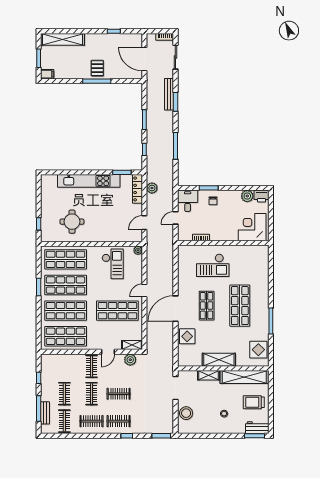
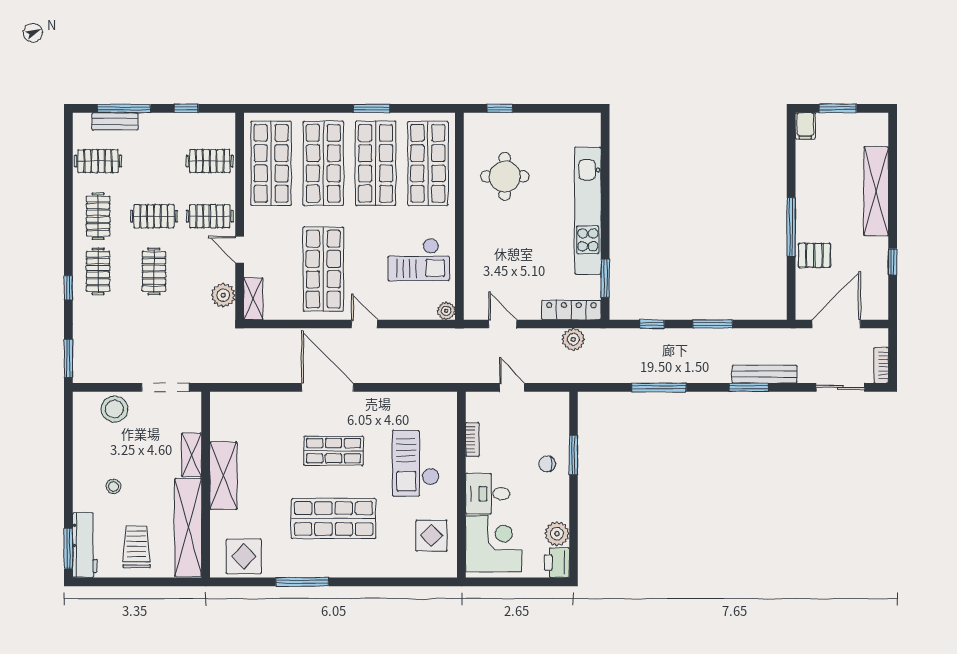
shelving: (63, 39) -> (876, 191), moved
pallet: (97, 68) -> (814, 255), moved
desk: (188, 201) -> (488, 494), moved, turned 180
display table: (187, 336) -> (432, 536), moved
clothes rail: (64, 394) -> (210, 161), moved
workbench: (257, 428) -> (85, 545), width x1.38

